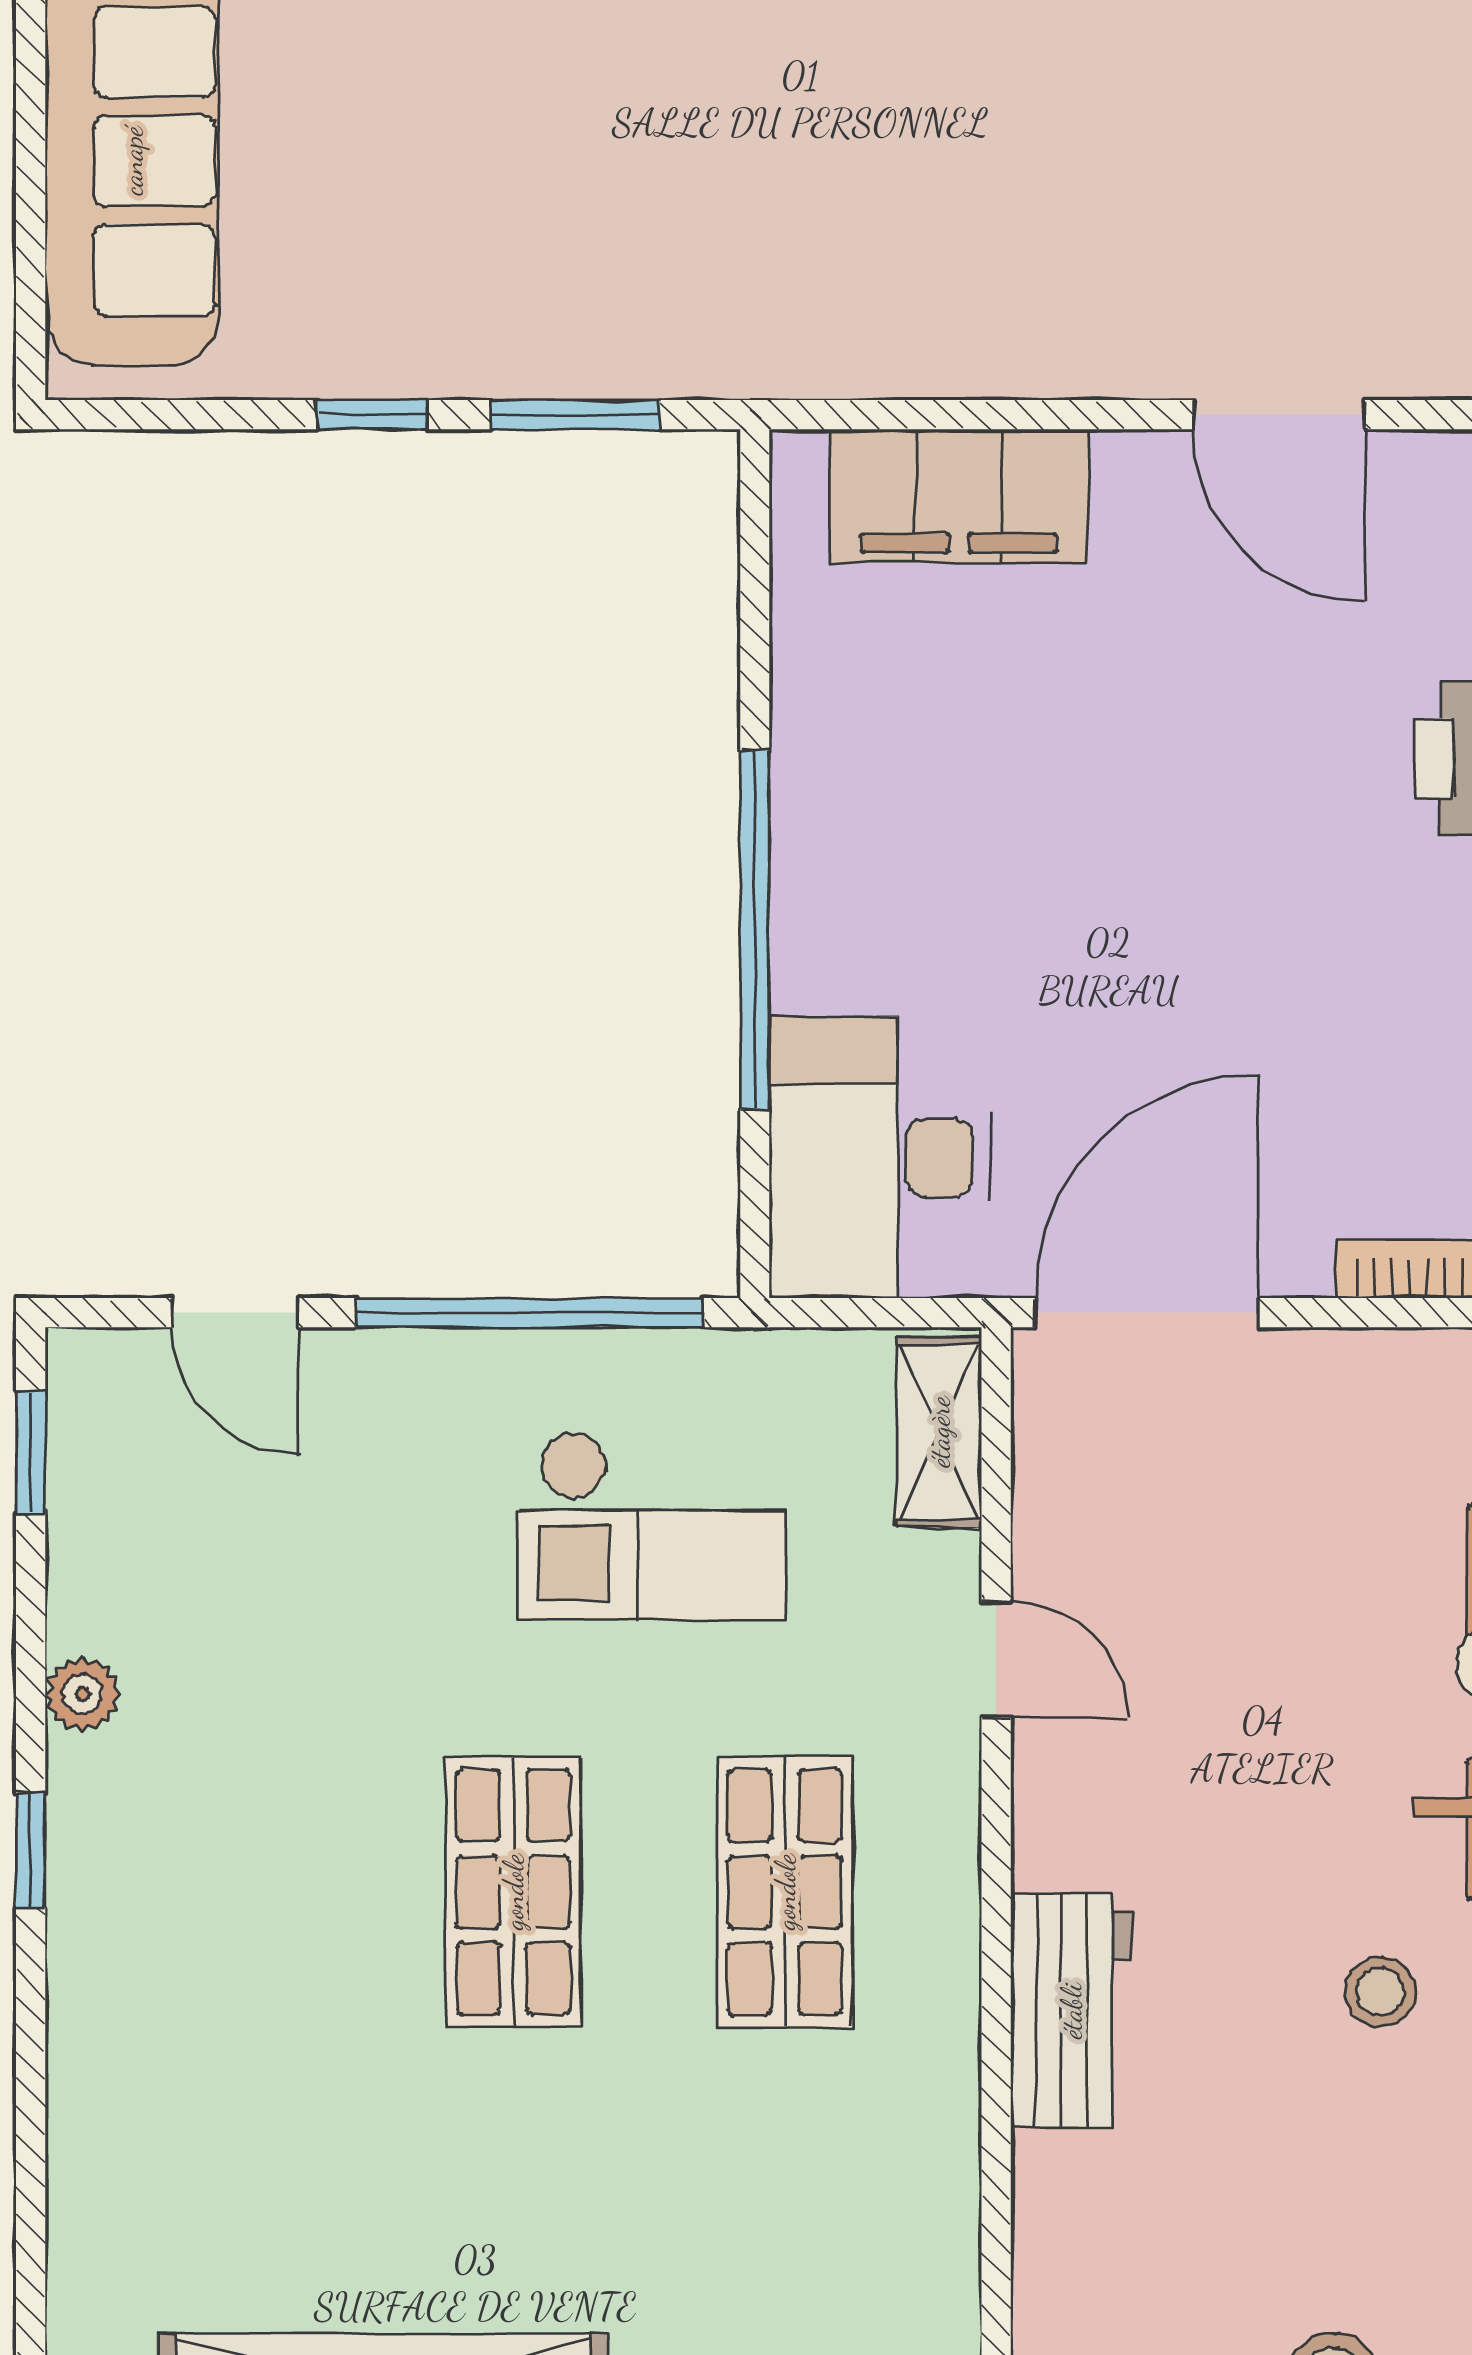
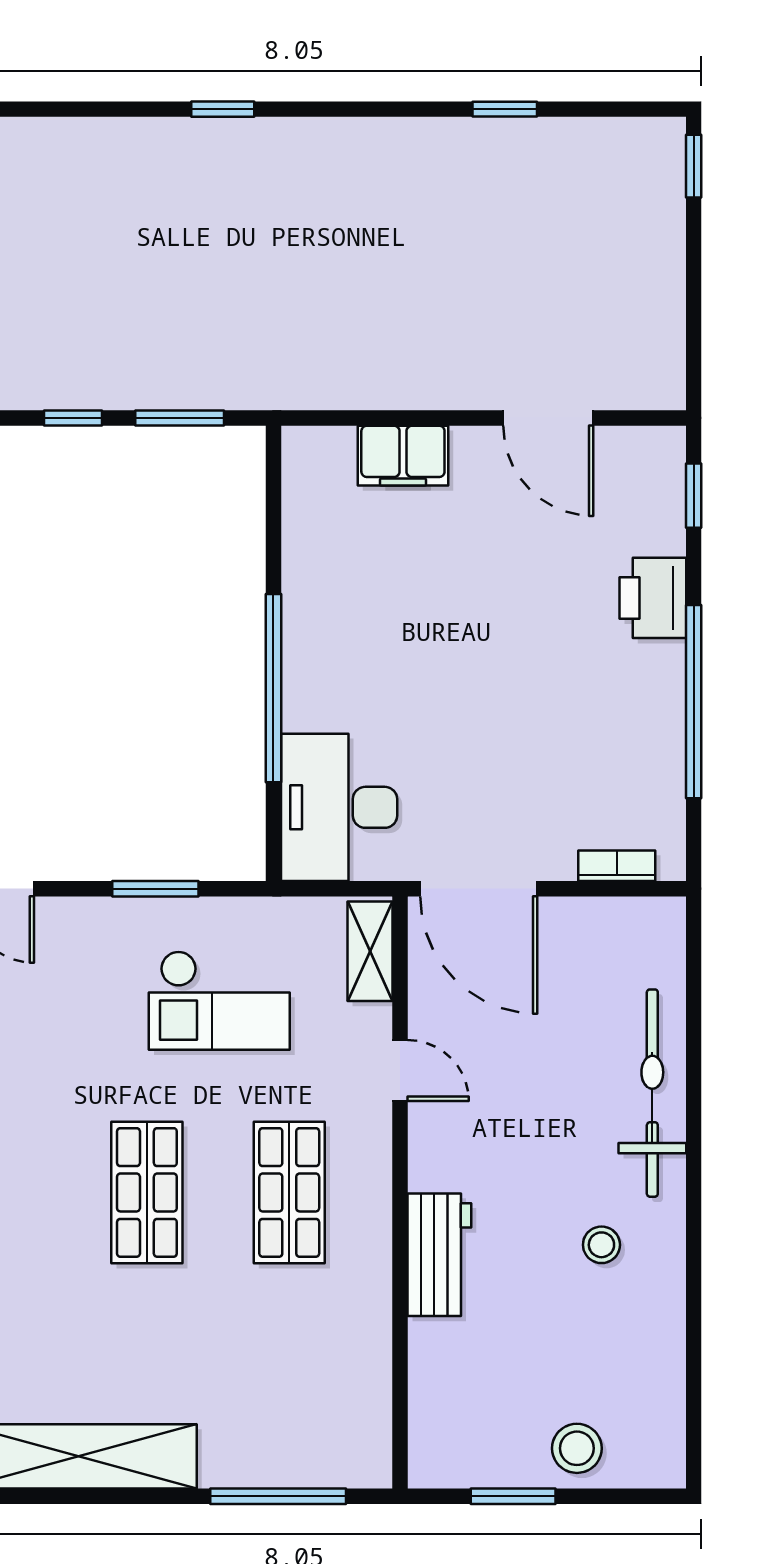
filing cabinet: (959, 496) -> (403, 456), width x0.67, depth x0.86
window: (530, 1313) -> (155, 889), width x0.47
door: (1146, 1313) -> (479, 889), swing flipped

